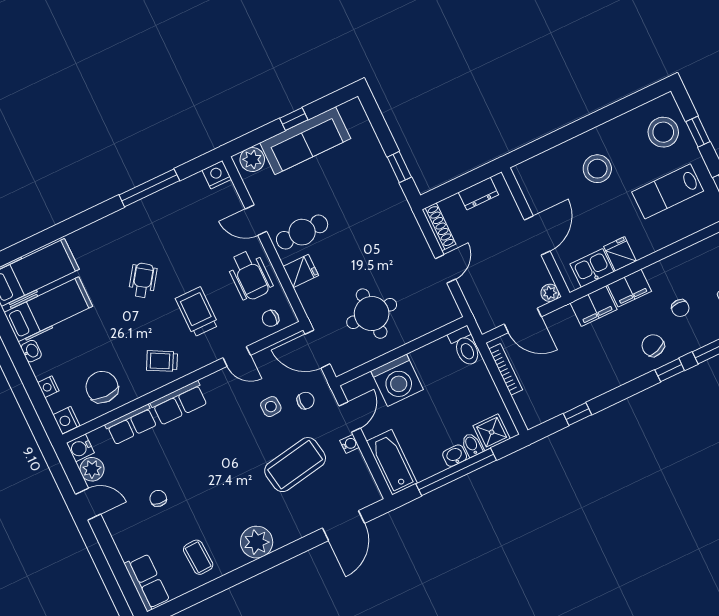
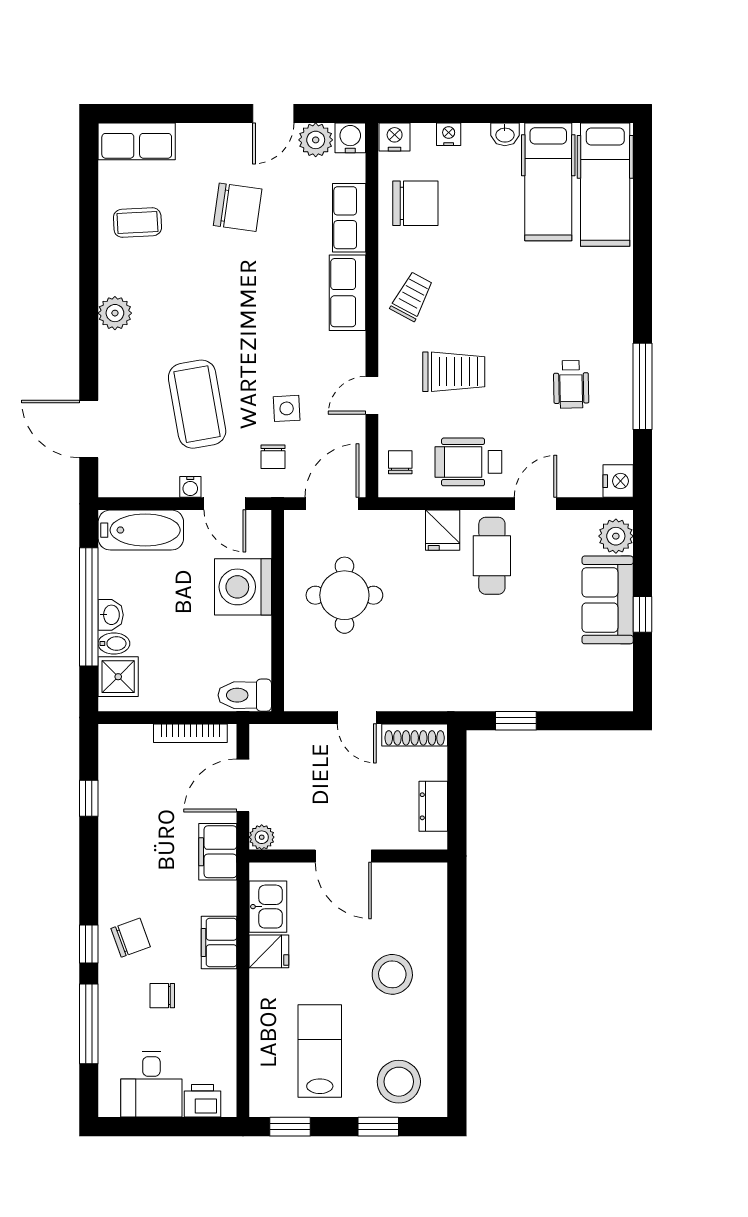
sofa: (305, 141) -> (608, 600), width x0.73
wheelchair: (143, 280) -> (571, 384), moved, turned 54
filing cabinet: (594, 306) -> (218, 852), moved
chair: (158, 498) -> (238, 207), width x1.87, depth x1.87
plant: (257, 542) -> (115, 313), width x0.73, depth x0.73

